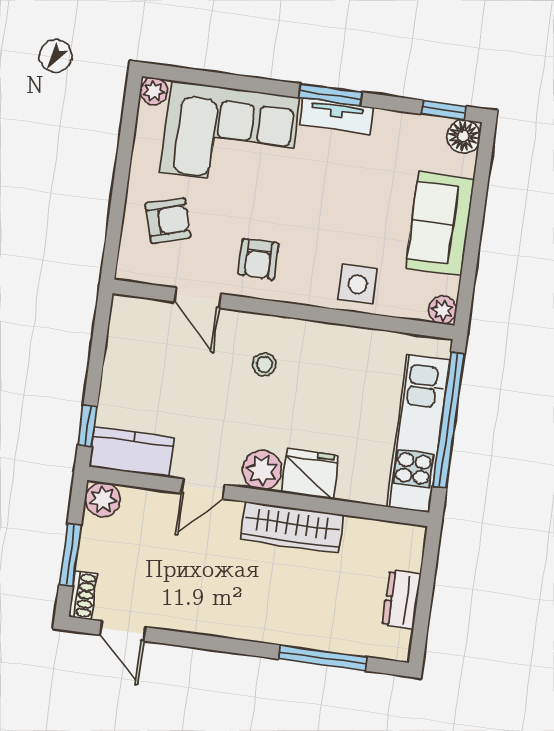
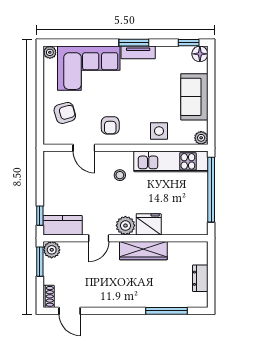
kitchen unit: (418, 434) -> (171, 161), moved, turned -90
window: (70, 555) -> (40, 262), moved

